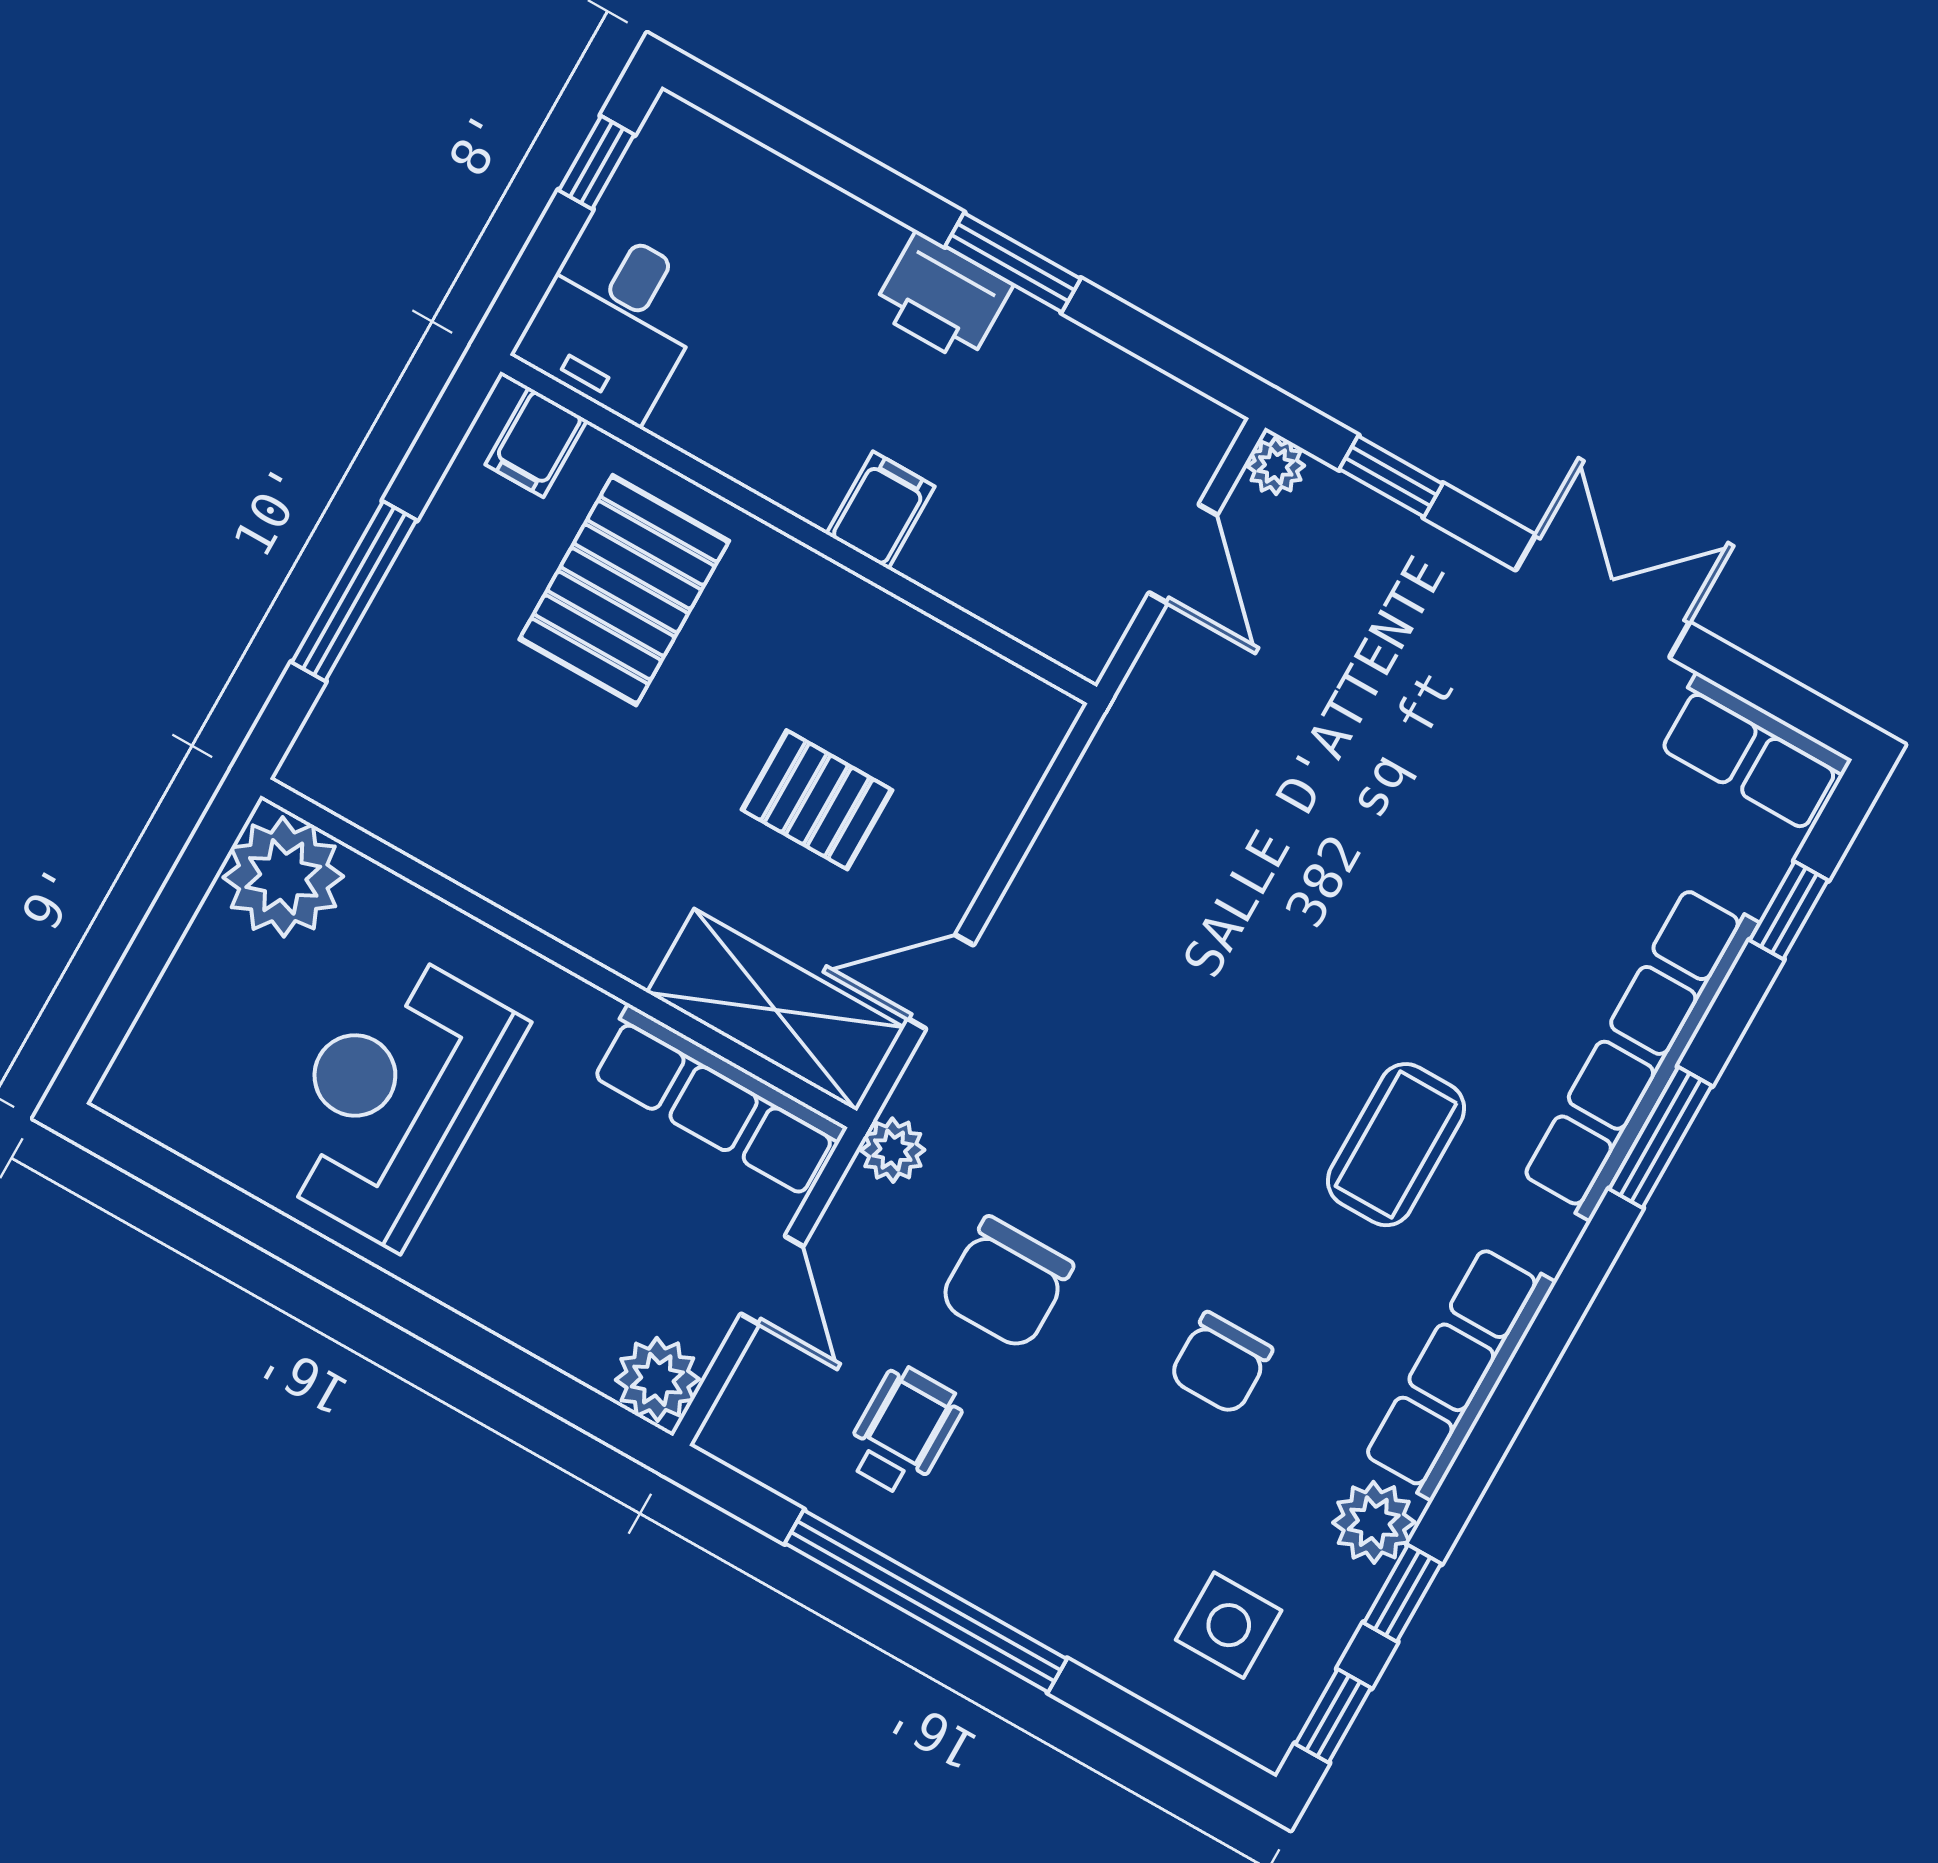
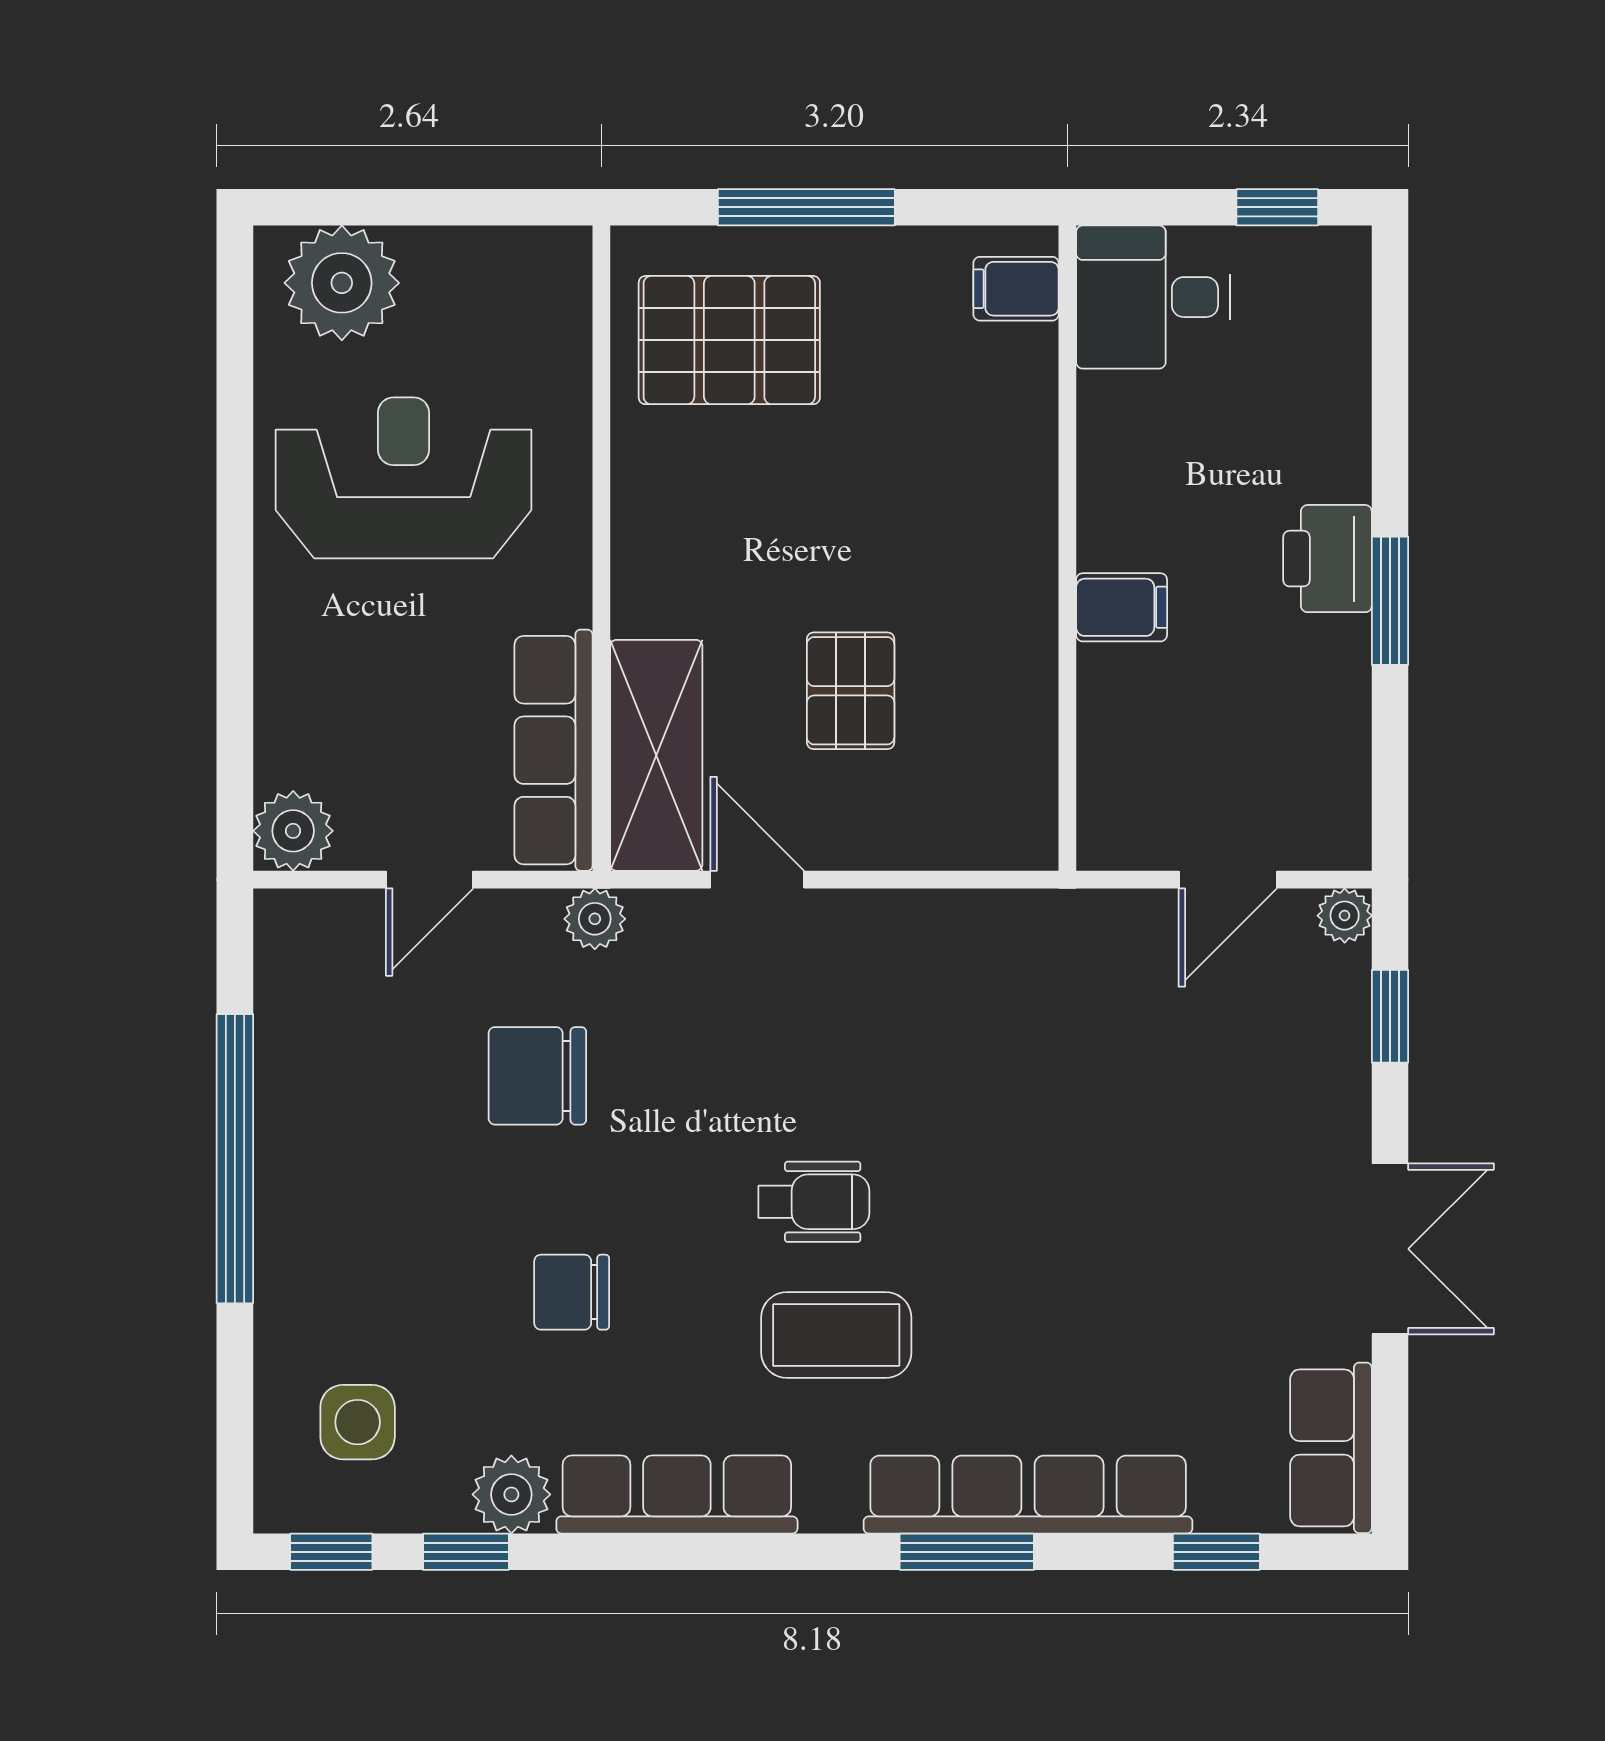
pallet: (624, 590) -> (729, 340), moved
plant: (283, 877) -> (342, 283), moved
wheelchair: (903, 1431) -> (814, 1202), moved

